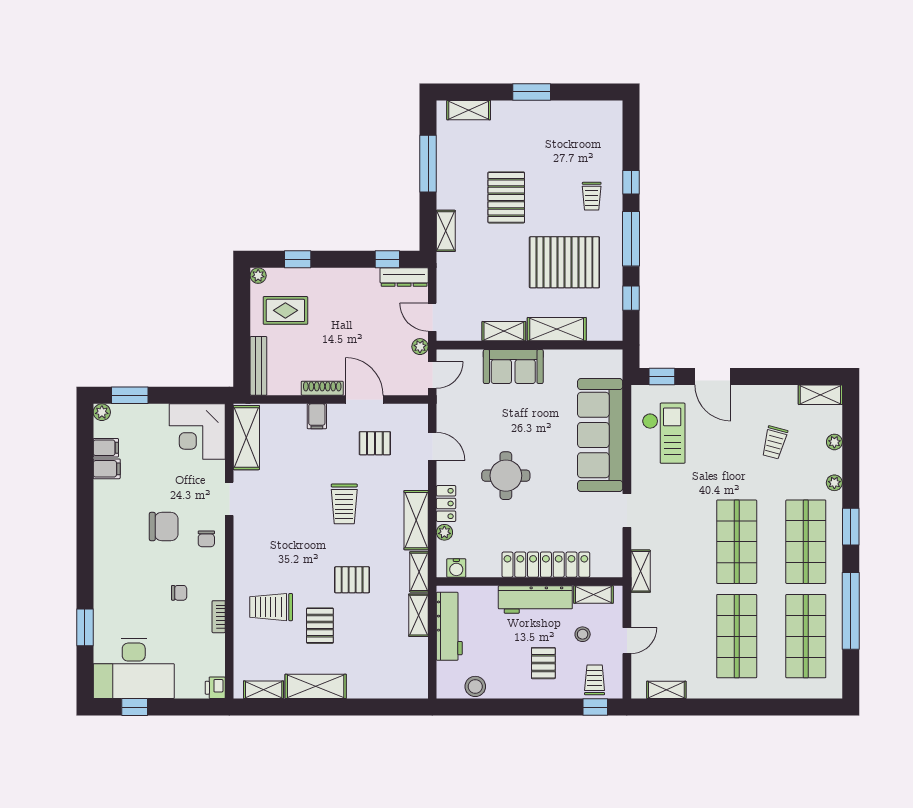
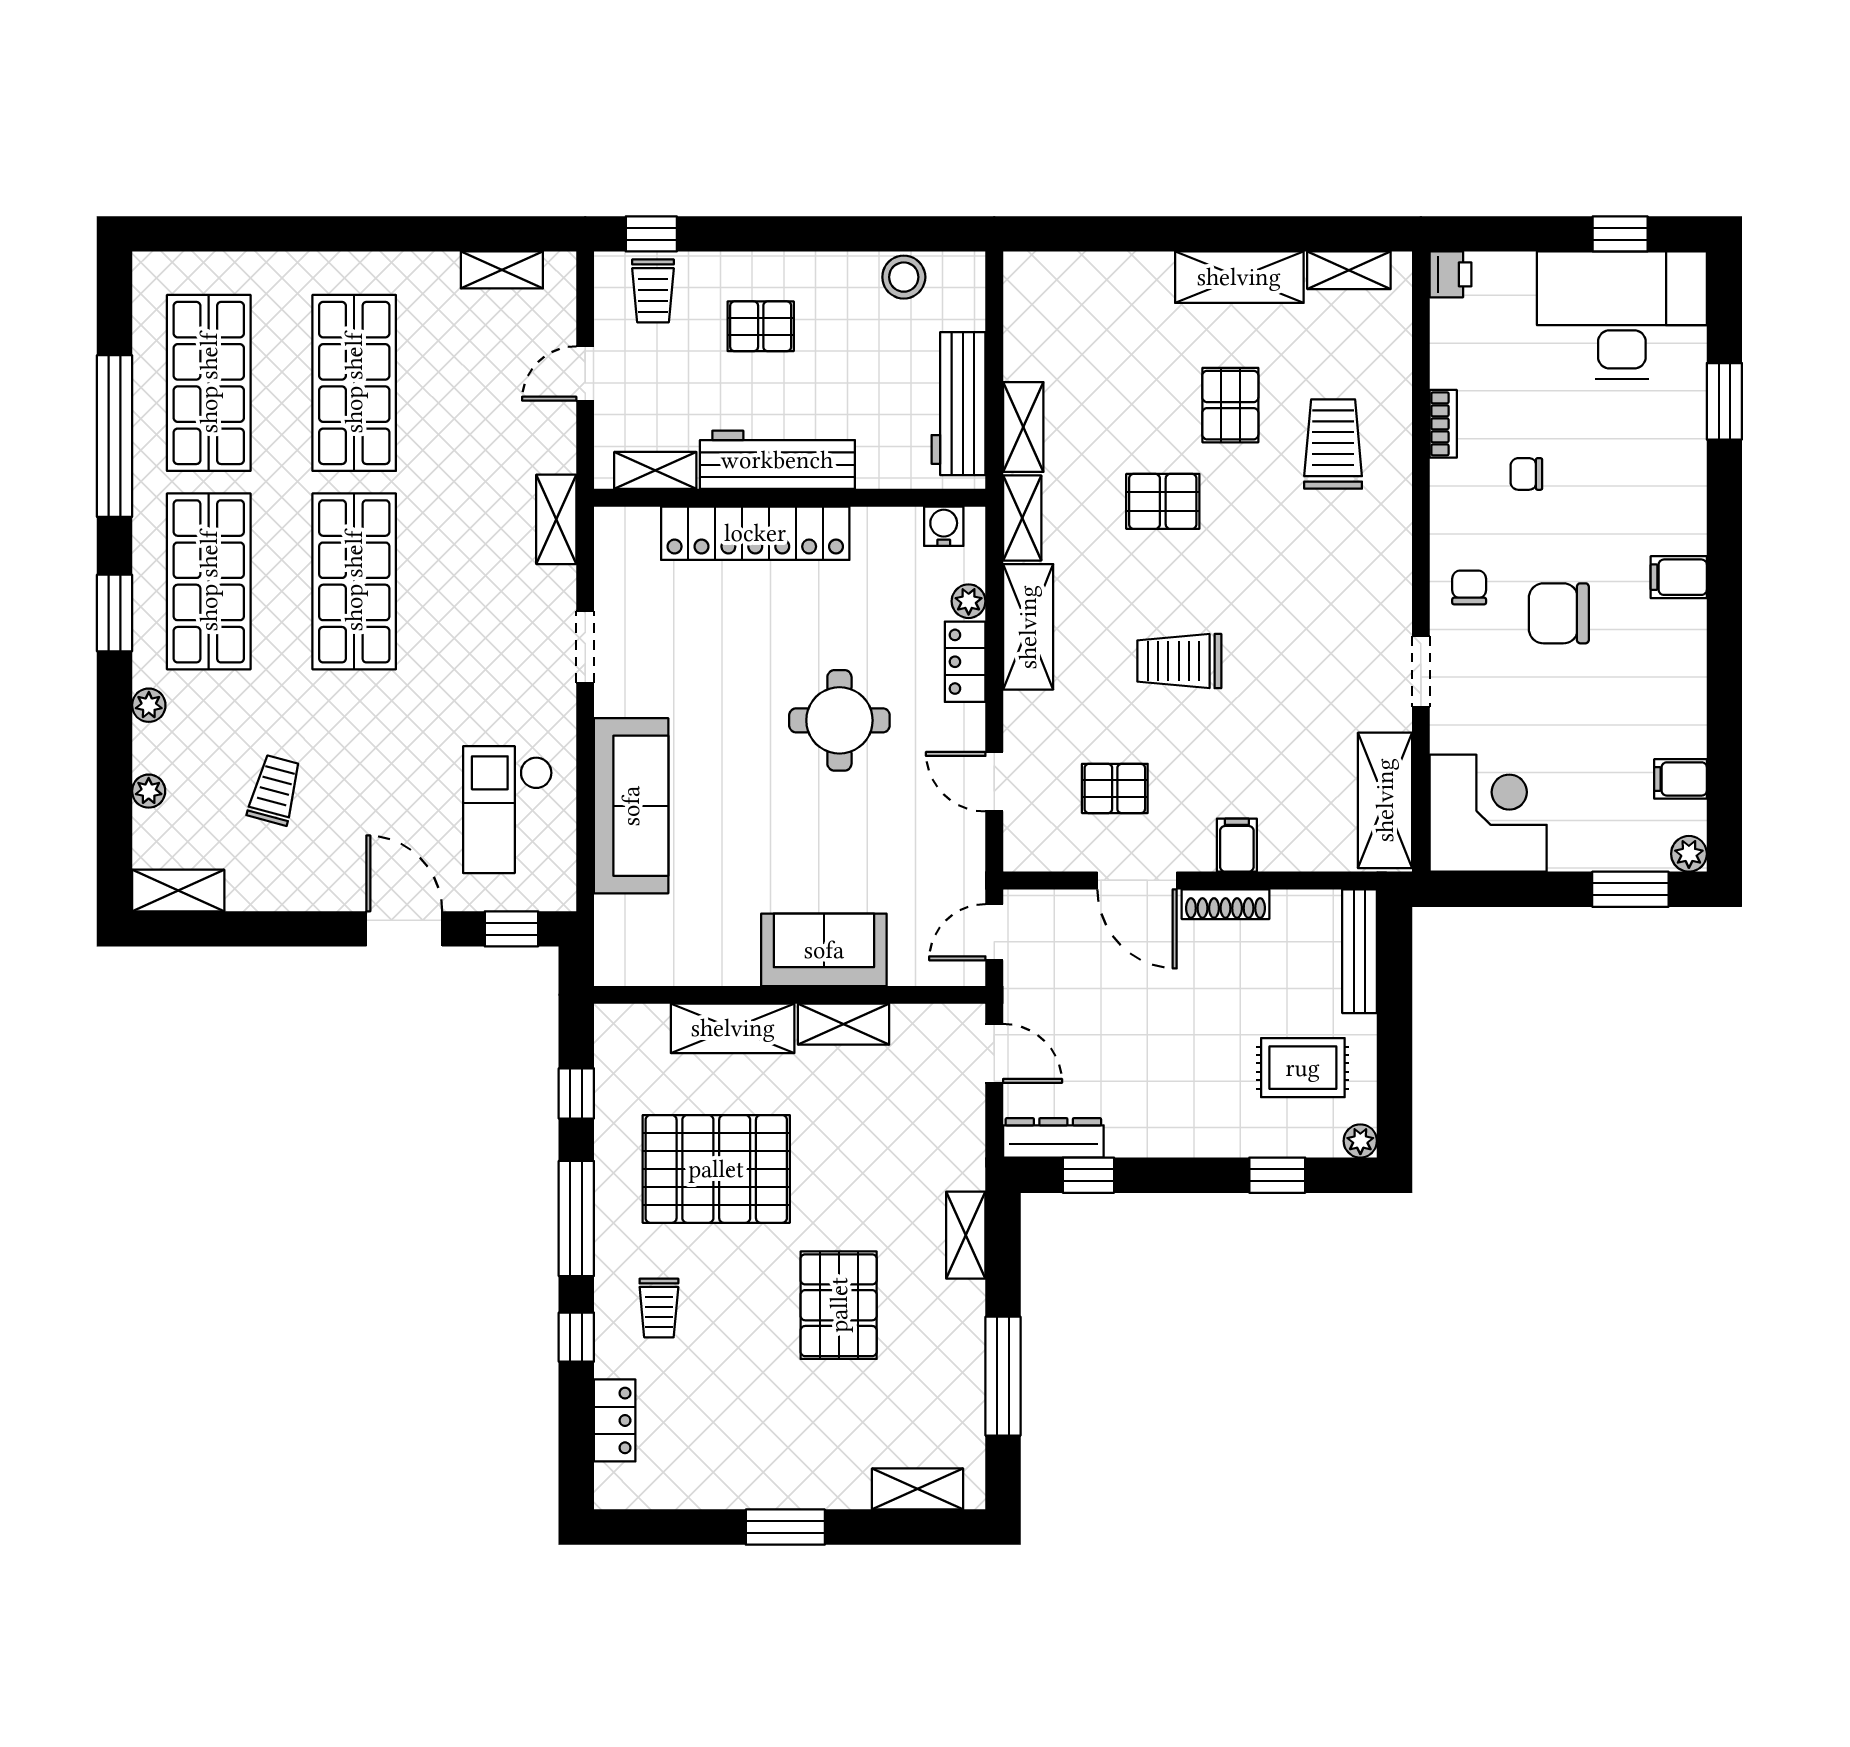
locker: (613, 143) -> (615, 1420), added
trolley: (592, 196) -> (659, 1308), turned 180
plant: (420, 347) -> (1020, 992), removed
sofa: (600, 435) -> (631, 806), width x0.74, depth x0.79
filing cabinet: (107, 469) -> (1679, 577), moved
trolley: (344, 504) -> (1179, 661), turned -90
trolley: (271, 607) -> (1333, 444), turned -90
stool: (583, 634) -> (678, 387), removed
pallet: (543, 663) -> (761, 326), turned 90

